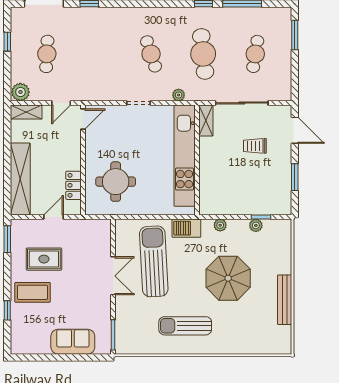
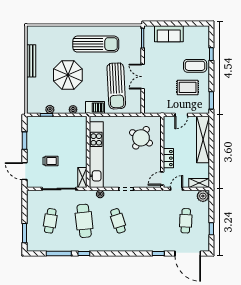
round table: (116, 182) -> (141, 138), turned 32
locker: (73, 185) -> (168, 158), moved
sun lounger: (185, 326) -> (96, 44), width x1.36, depth x1.34

